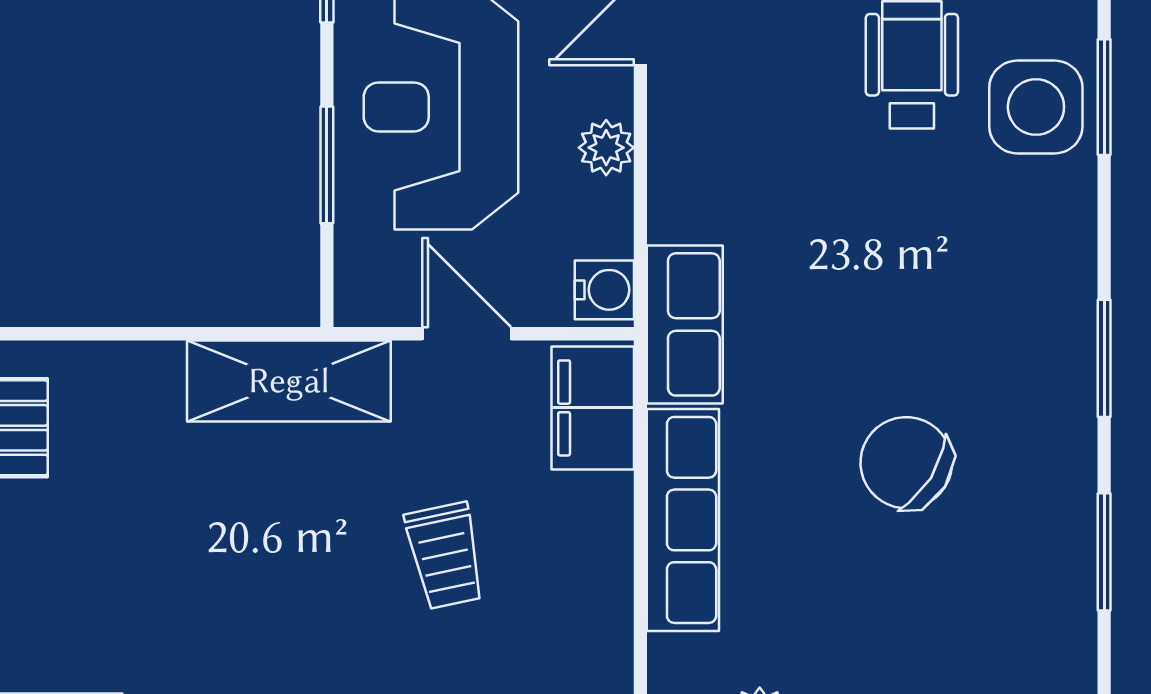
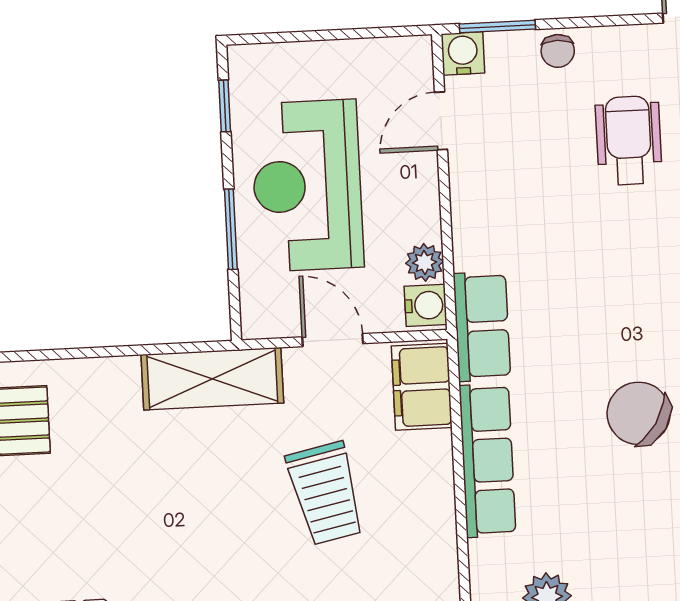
plant: (606, 148) -> (425, 262), moved
trolley: (445, 556) -> (326, 493), width x1.36, depth x1.39

